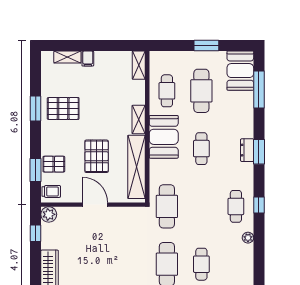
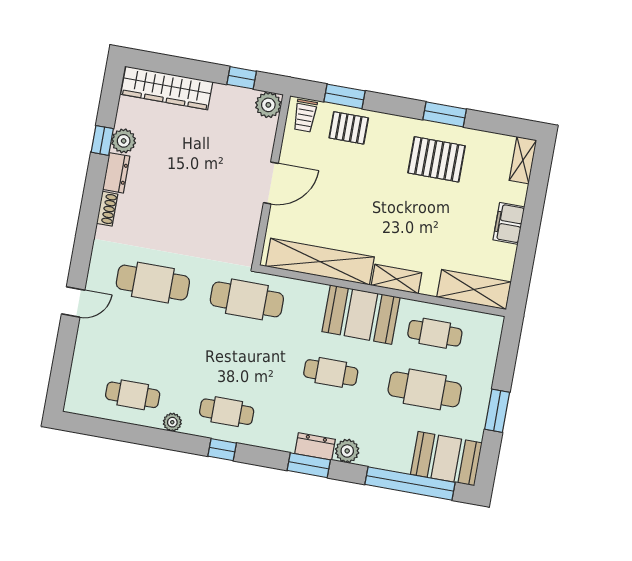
shelving: (67, 57) -> (523, 160), moved
filing cabinet: (88, 59) -> (509, 223), width x2.00
shelving: (139, 65) -> (474, 289), width x1.50, depth x1.33
window: (259, 90) -> (410, 483), width x1.46
pallet: (63, 108) -> (437, 159), turned 90
plant: (246, 130) -> (347, 451), added
pallet: (97, 156) -> (349, 200), removed
pallet: (54, 164) -> (349, 128), turned 90
cafe table: (201, 264) -> (133, 395), moved

